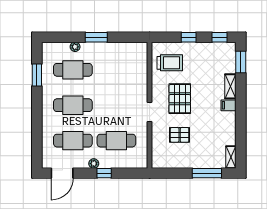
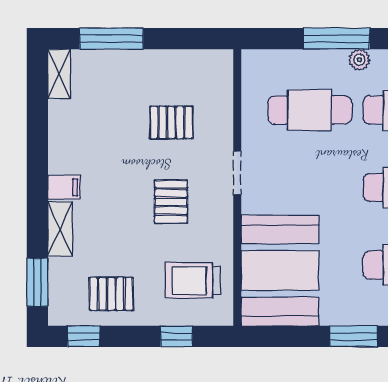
window: (189, 37) -> (176, 336), moved
pallet: (207, 57) -> (111, 294), added
booth: (130, 67) -> (280, 271), added
pallet: (180, 99) -> (171, 202), width x0.67, depth x0.71
window: (104, 173) -> (337, 39), width x2.17

